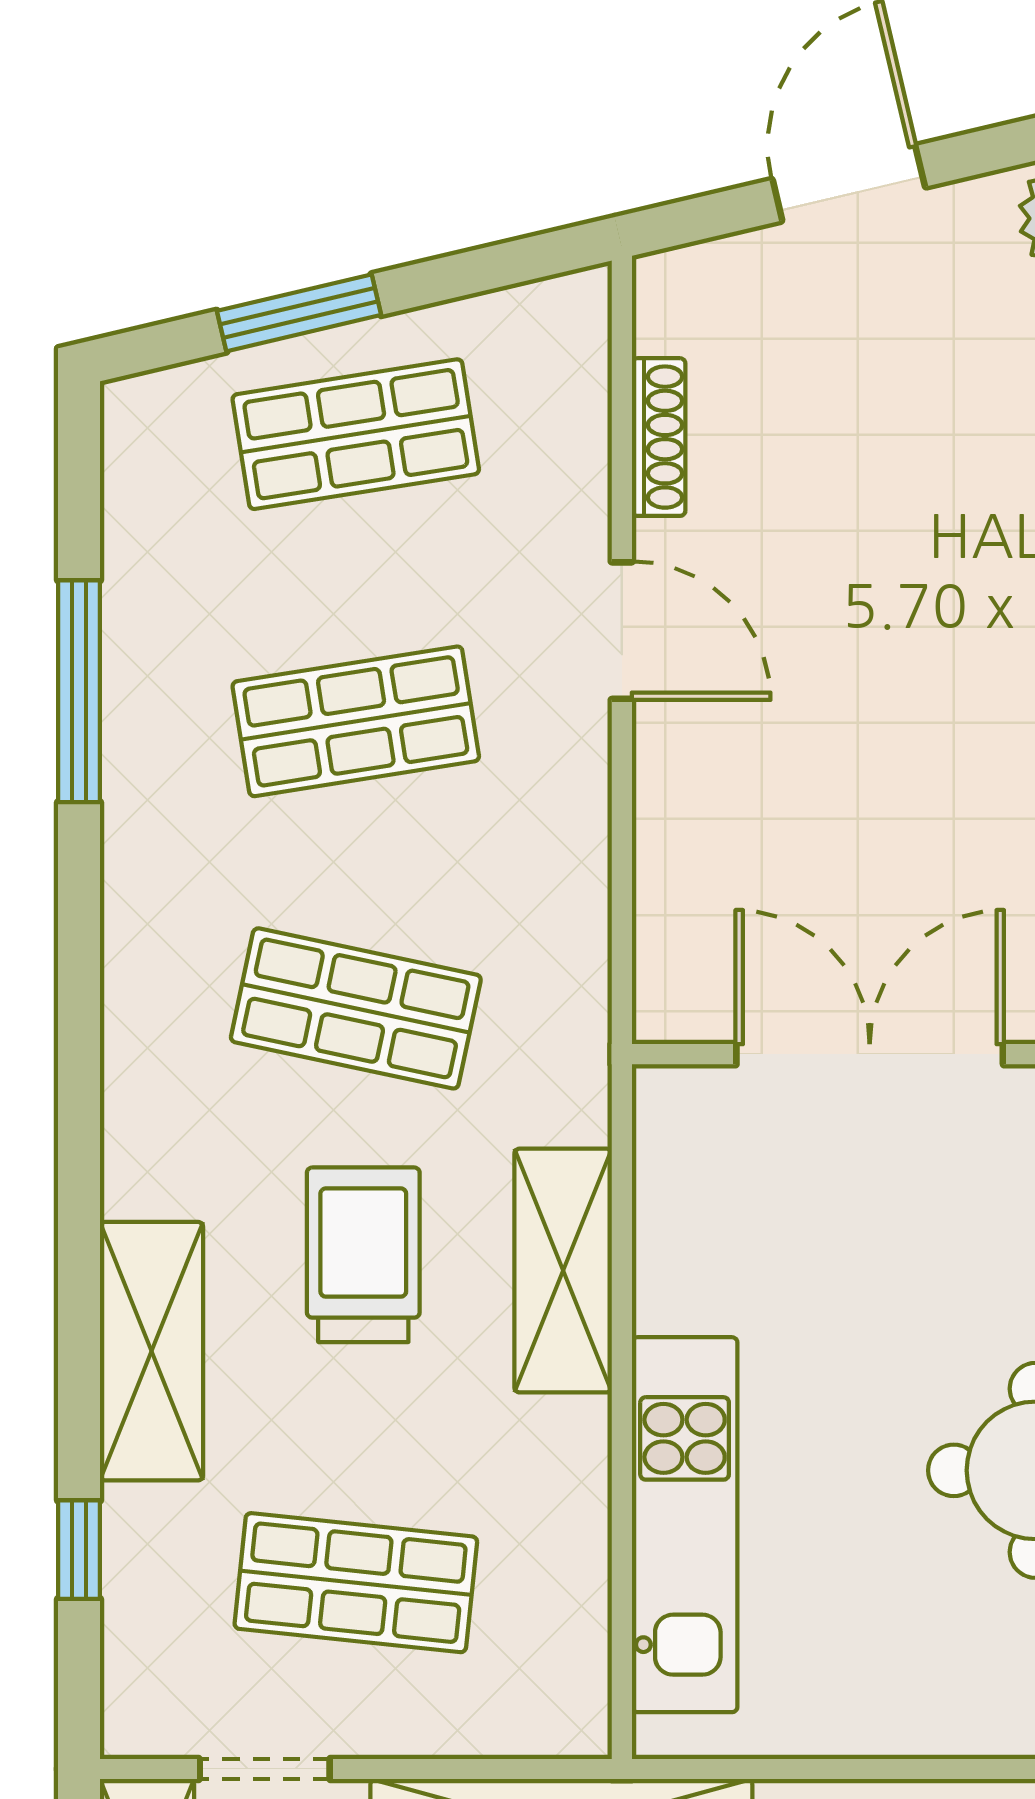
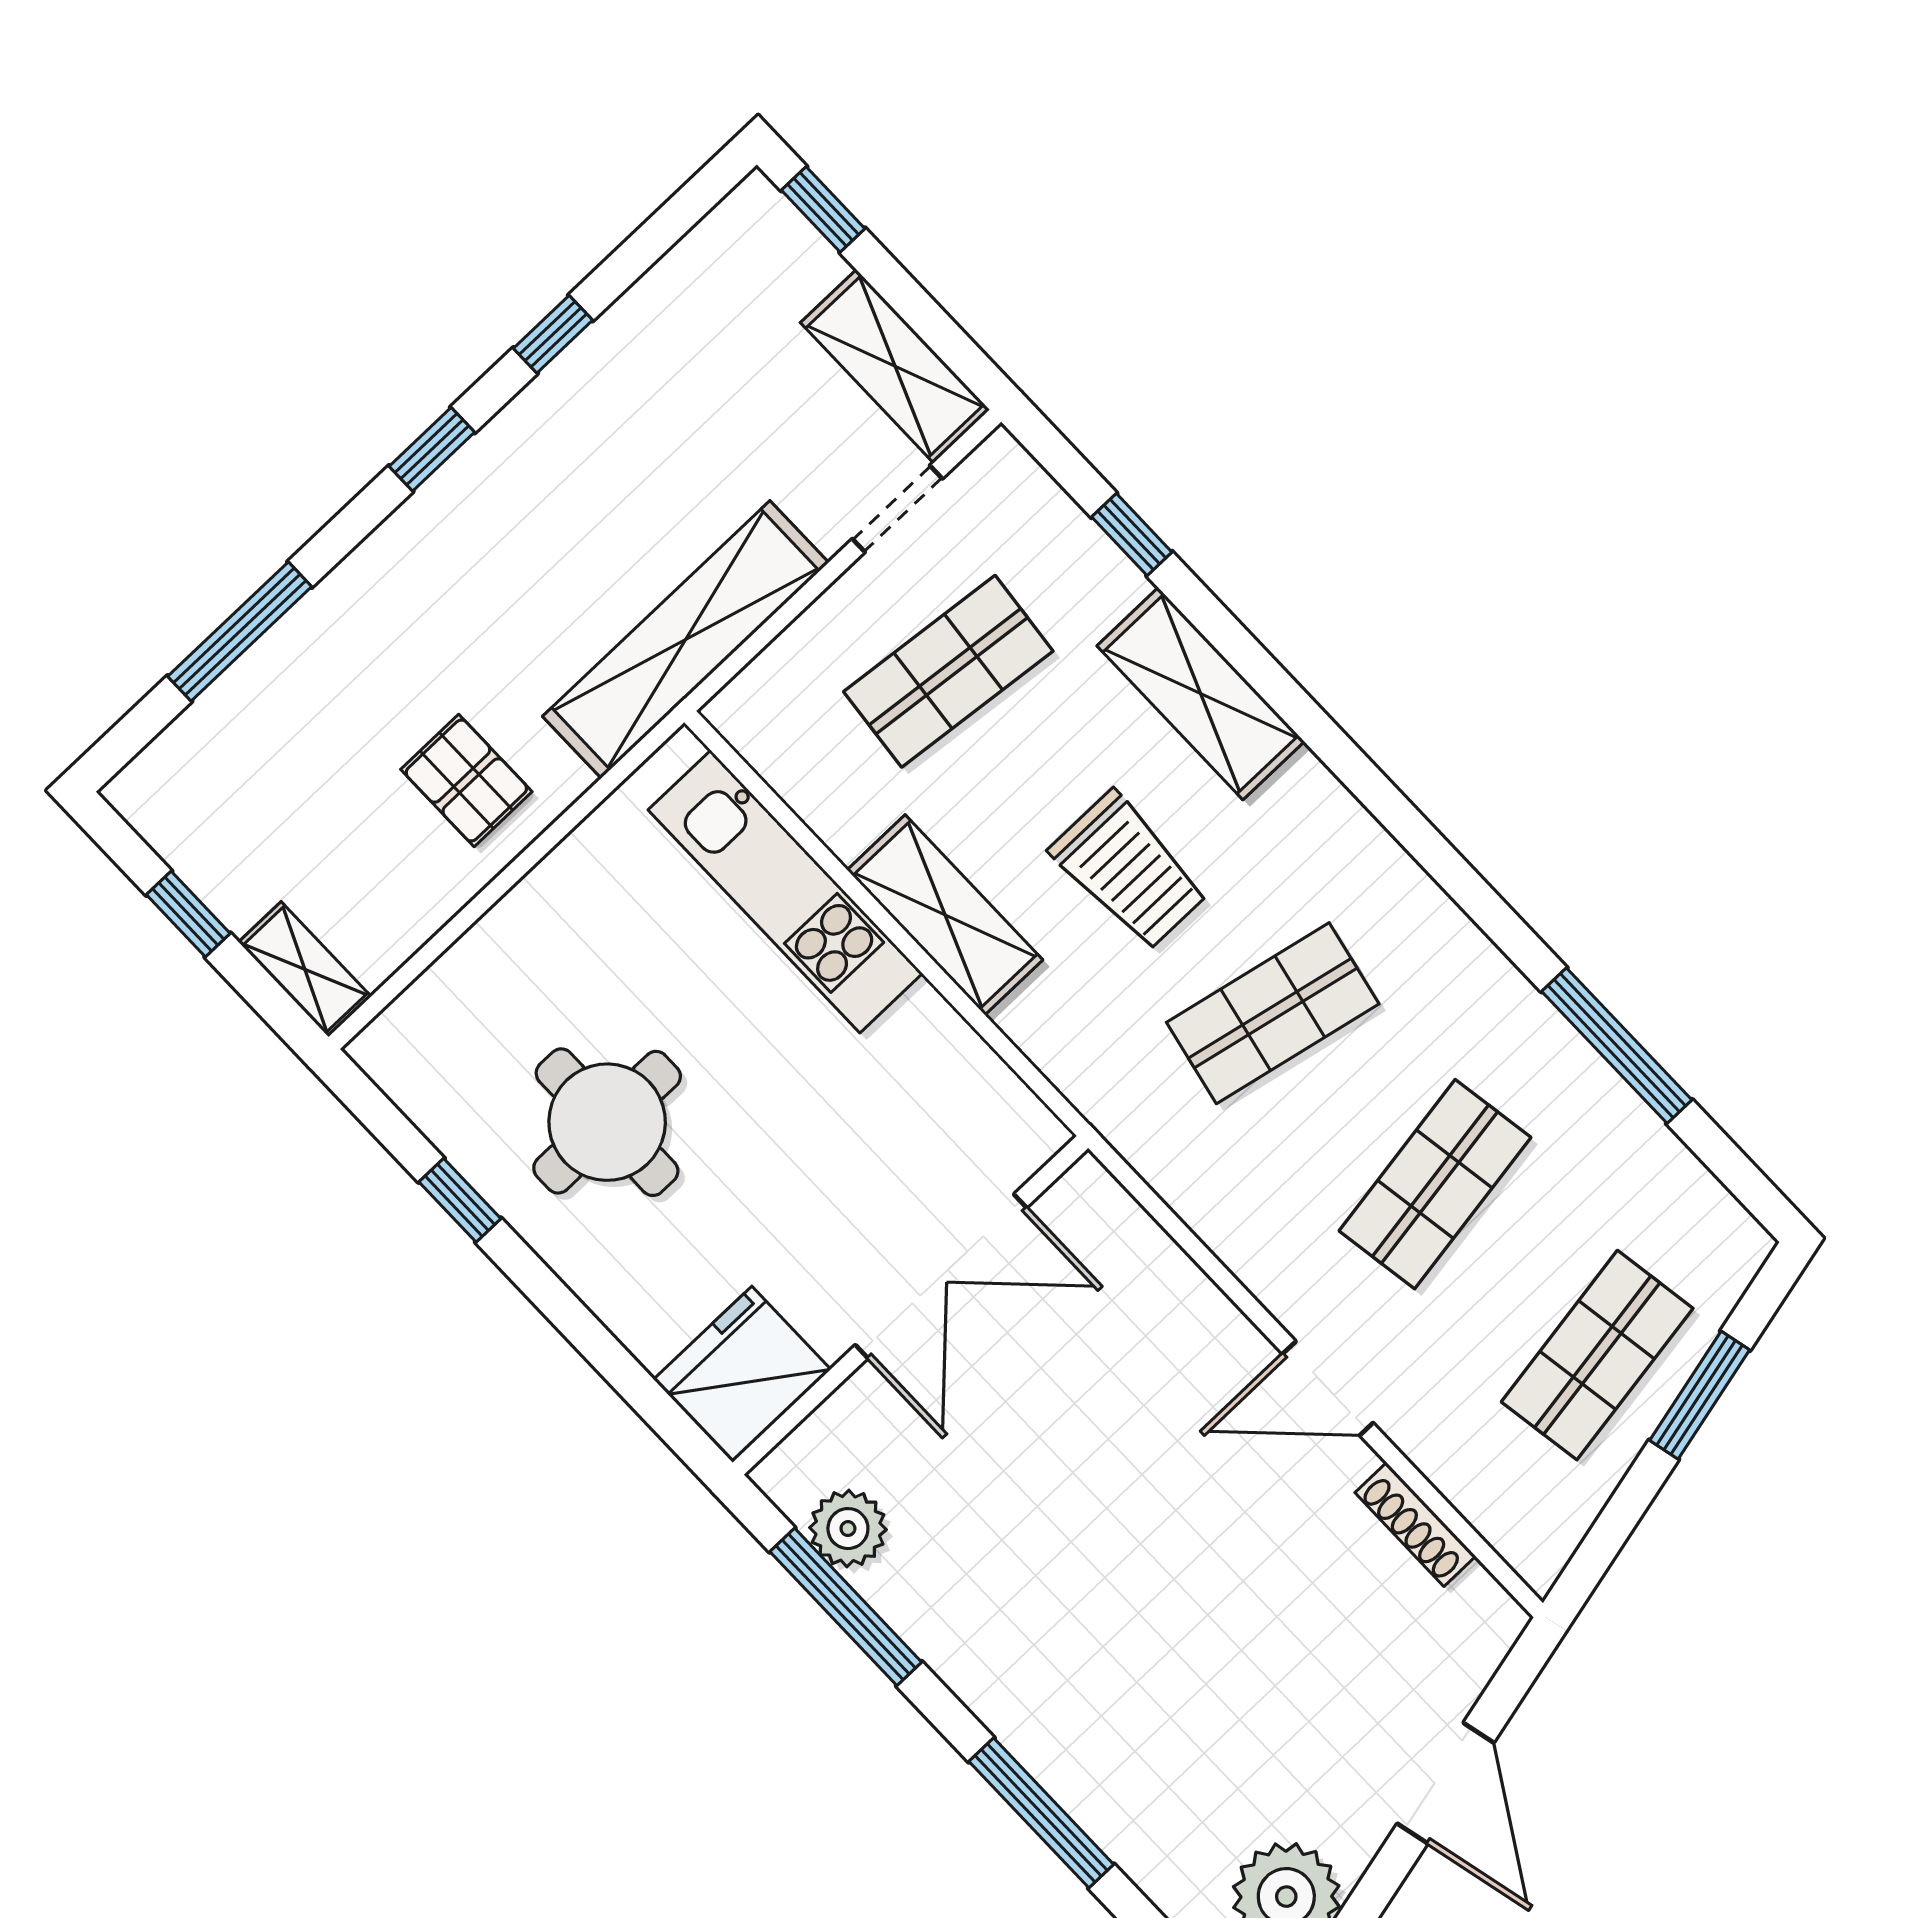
shelving: (563, 1271) -> (945, 915), moved

